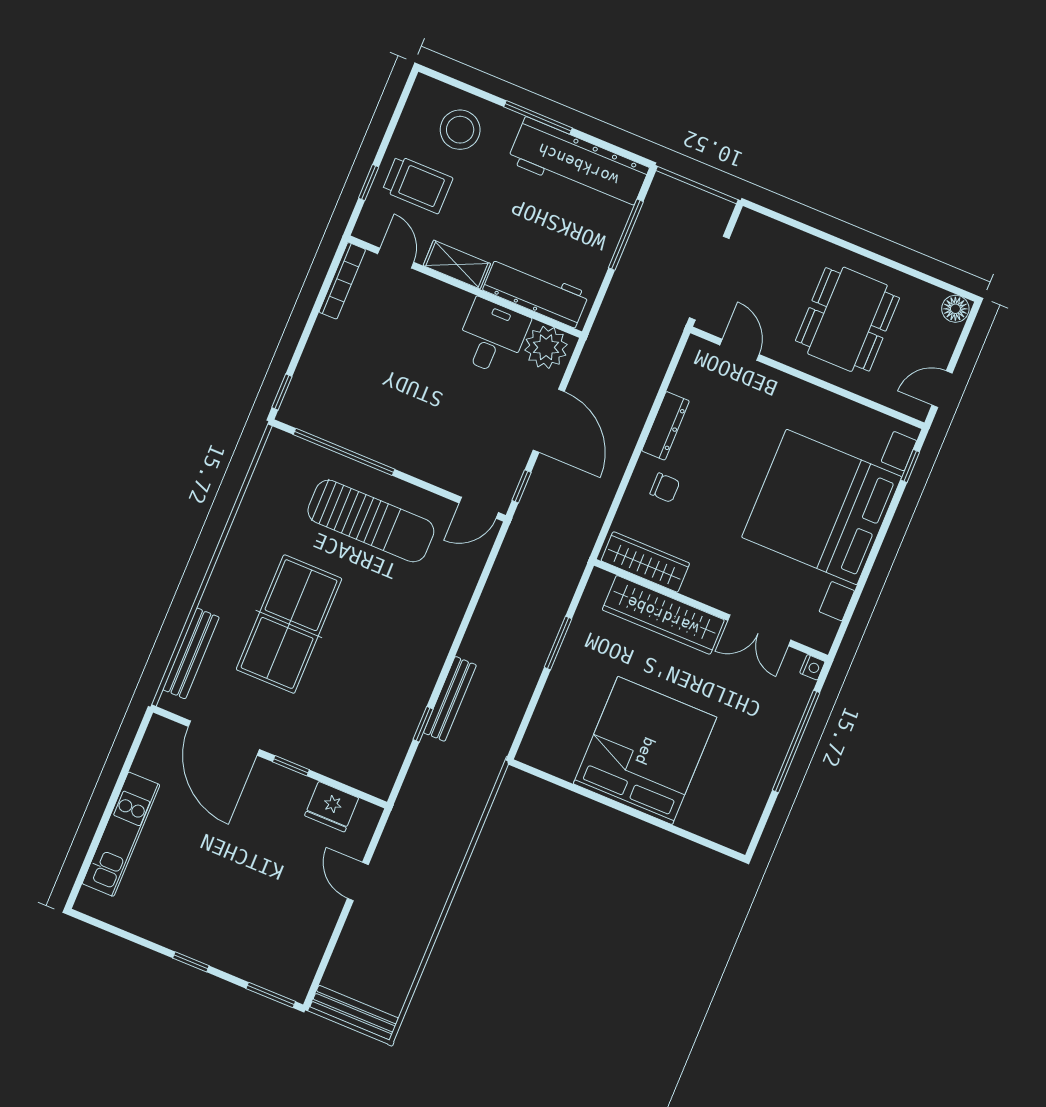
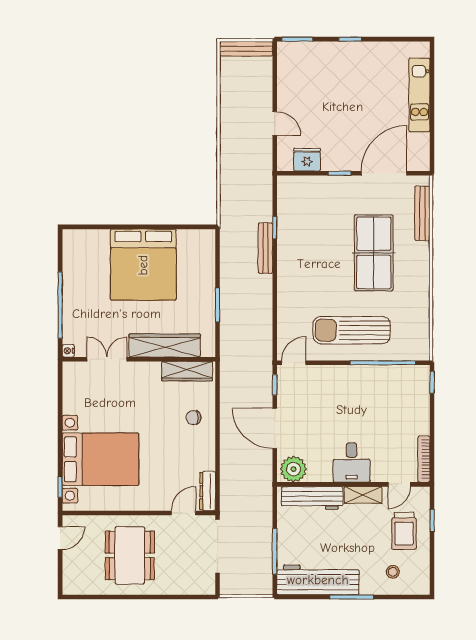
stool: (460, 130) -> (393, 572), width x0.53, depth x0.53
trolley: (418, 184) -> (404, 531), turned -90
door: (396, 258) -> (399, 484), hinge flipped
floor lamp: (955, 309) -> (71, 587), removed
desk: (492, 337) -> (352, 462), moved
door: (740, 350) -> (184, 513), swing flipped
dresser: (666, 426) -> (208, 491), moved
bed with nightstands: (822, 507) -> (100, 459), width x0.73
door: (224, 738) -> (384, 173), hinge flipped

